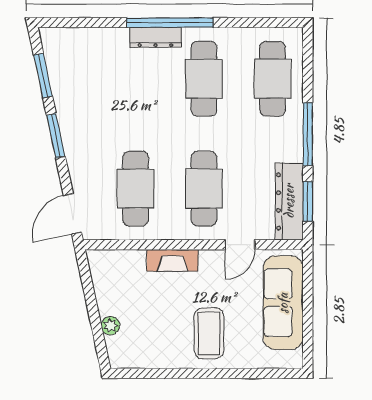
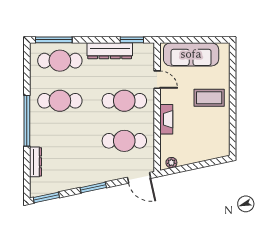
dresser: (155, 37) -> (36, 162), moved
window: (43, 76) -> (46, 198), moved
window: (308, 134) -> (54, 40), moved
dresser: (289, 201) -> (110, 51), moved
plant: (110, 326) -> (171, 163), moved

